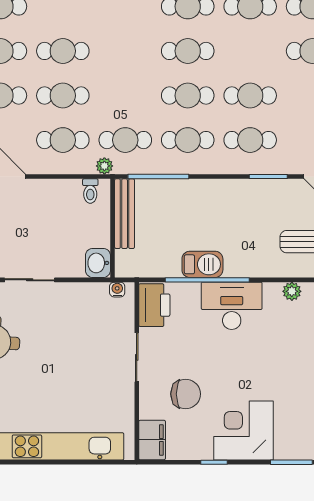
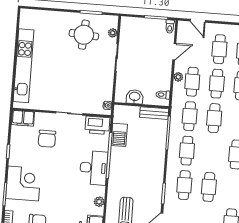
cafe table: (188, 96) -> (214, 118), moved
plant: (104, 166) -> (178, 77), moved
bench: (125, 214) -> (154, 113), width x0.73
washbasin: (98, 263) -> (135, 97), moved
barbecue: (202, 264) -> (119, 135), moved
corner desk: (243, 430) -> (23, 184), moved

